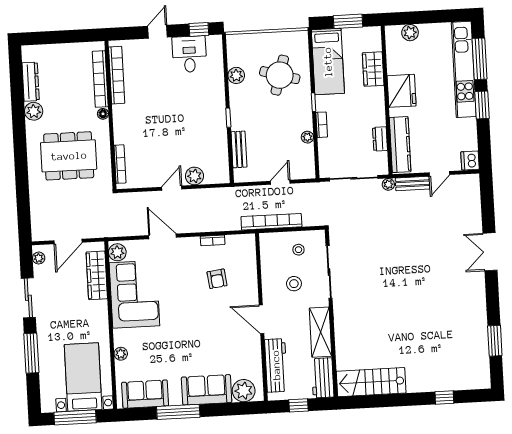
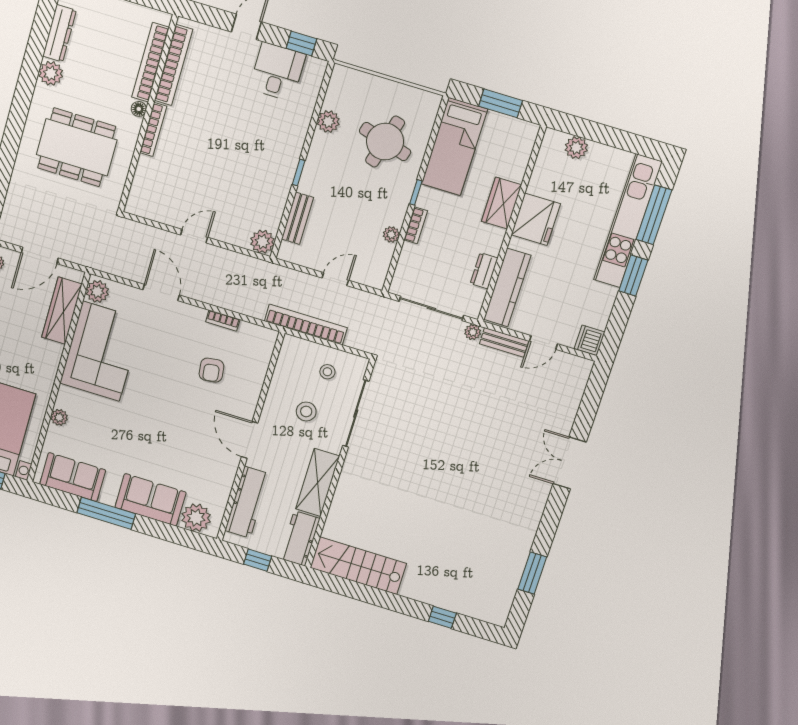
wardrobe: (373, 69) -> (501, 203), moved
bookcase: (120, 164) -> (153, 129), moved
plant: (194, 176) -> (262, 242), moved

